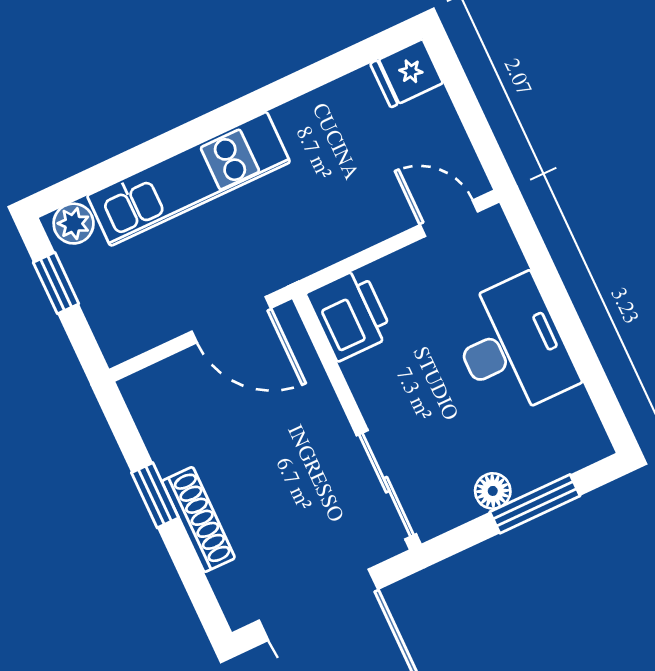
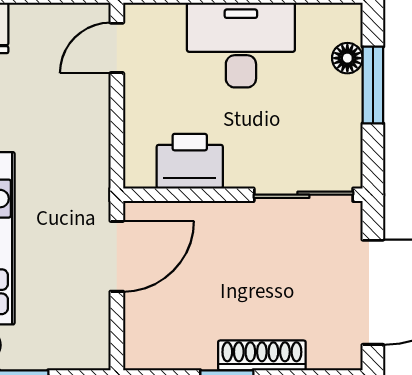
printer: (350, 314) -> (190, 161), moved
floor lamp: (493, 491) -> (347, 58), moved

